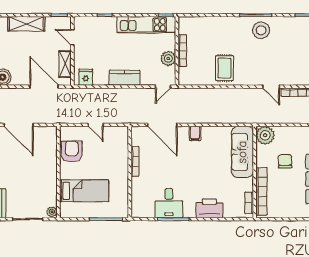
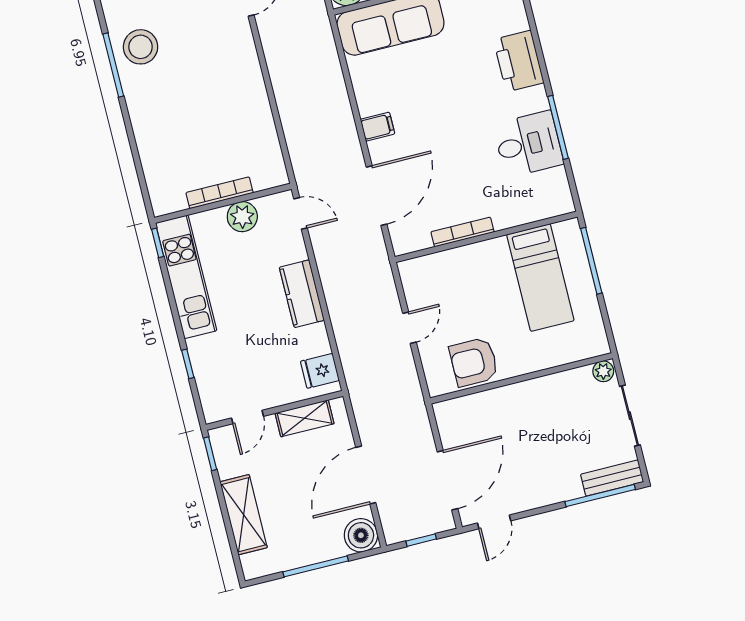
rug: (224, 68) -> (233, 101), removed
door: (44, 87) -> (366, 475), moved
bed: (84, 191) -> (540, 278), moved, turned 180

